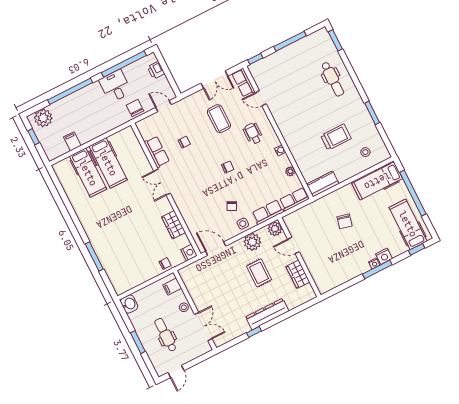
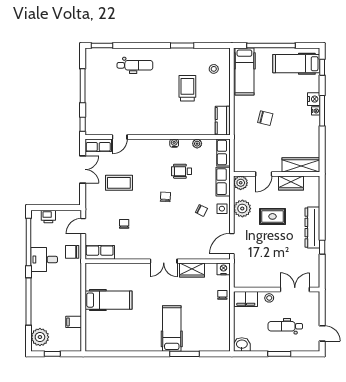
wheelchair: (253, 134) -> (182, 171), moved
row of seats: (157, 152) -> (100, 252), moved
hospital bed: (88, 173) -> (172, 329), moved, turned -90
double door: (162, 182) -> (164, 261), moved
wardrobe: (319, 275) -> (301, 165), added
filing cabinet: (172, 287) -> (246, 299), width x2.00

